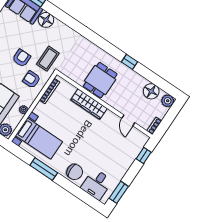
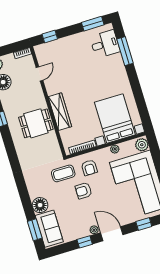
bed with nightstands: (39, 139) -> (115, 118), width x1.36
window: (44, 169) -> (125, 51), moved
chair: (75, 172) -> (114, 68), removed

